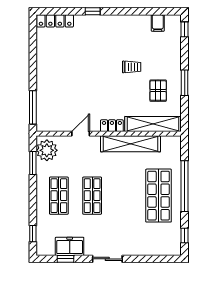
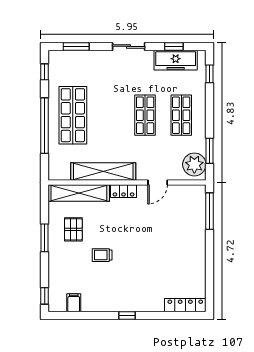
window: (93, 11) -> (127, 316), moved
freezer: (70, 246) -> (176, 60), width x1.40
window: (156, 259) -> (76, 46), added

